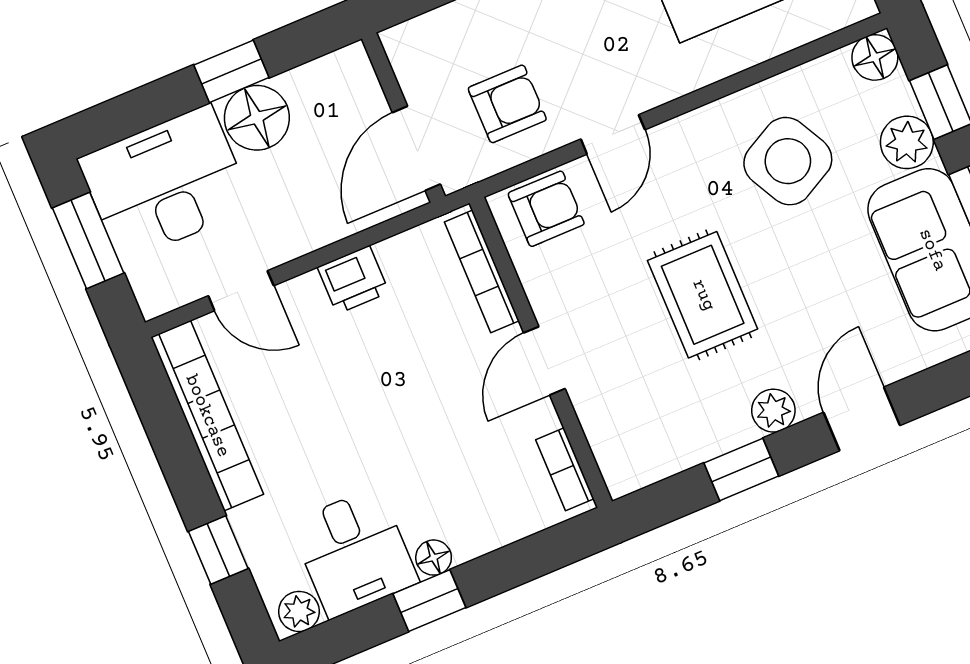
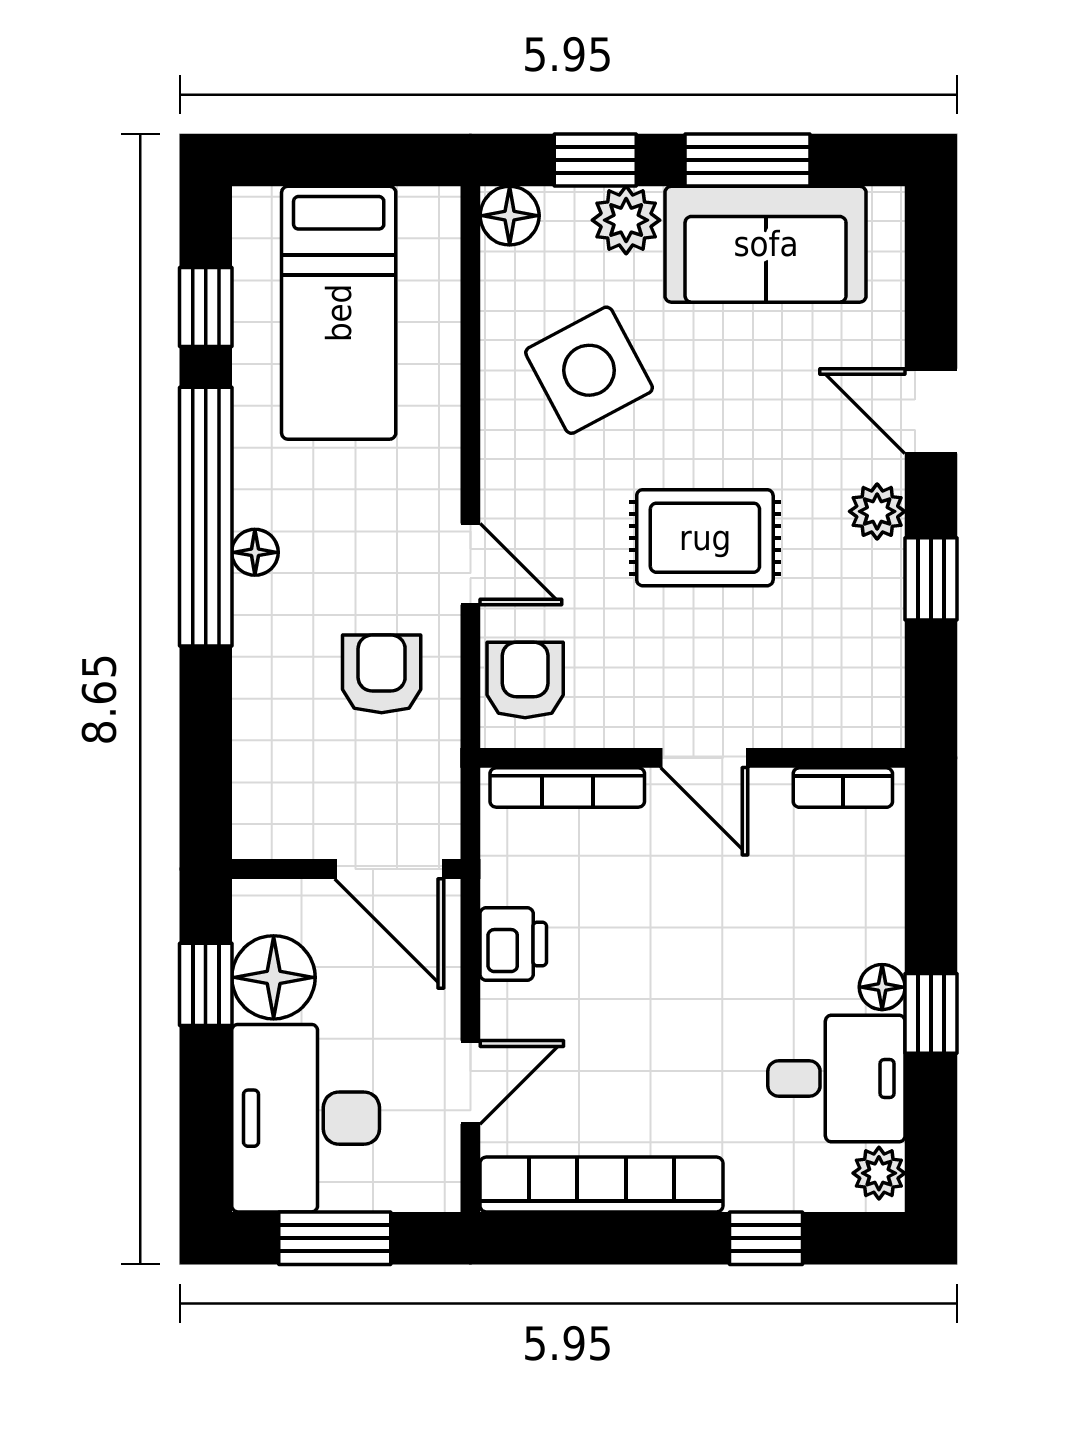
wall: (403, 118) -> (346, 869), moved
door: (416, 148) -> (389, 869), moved

